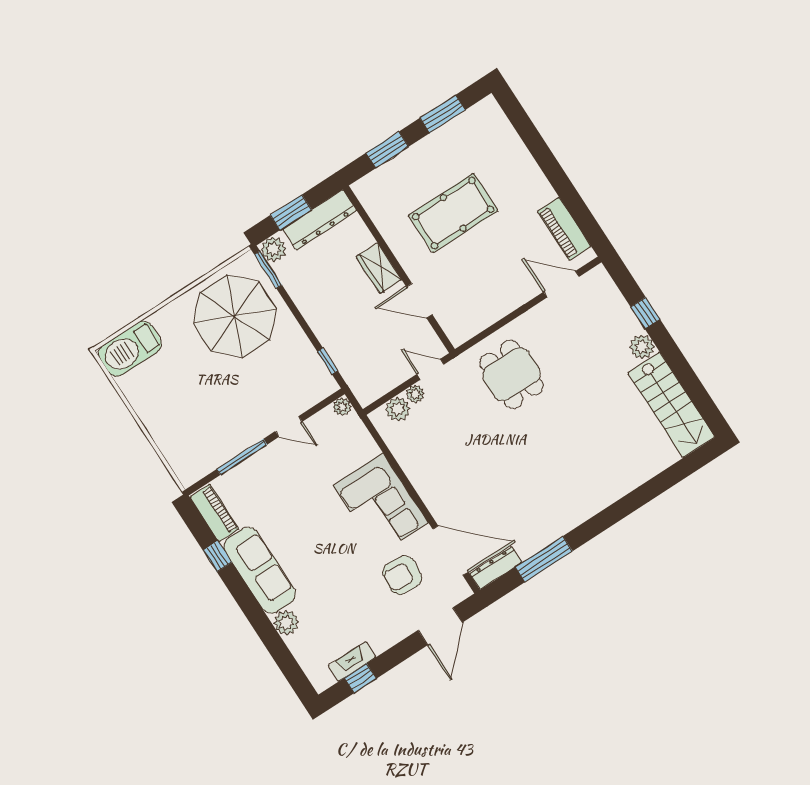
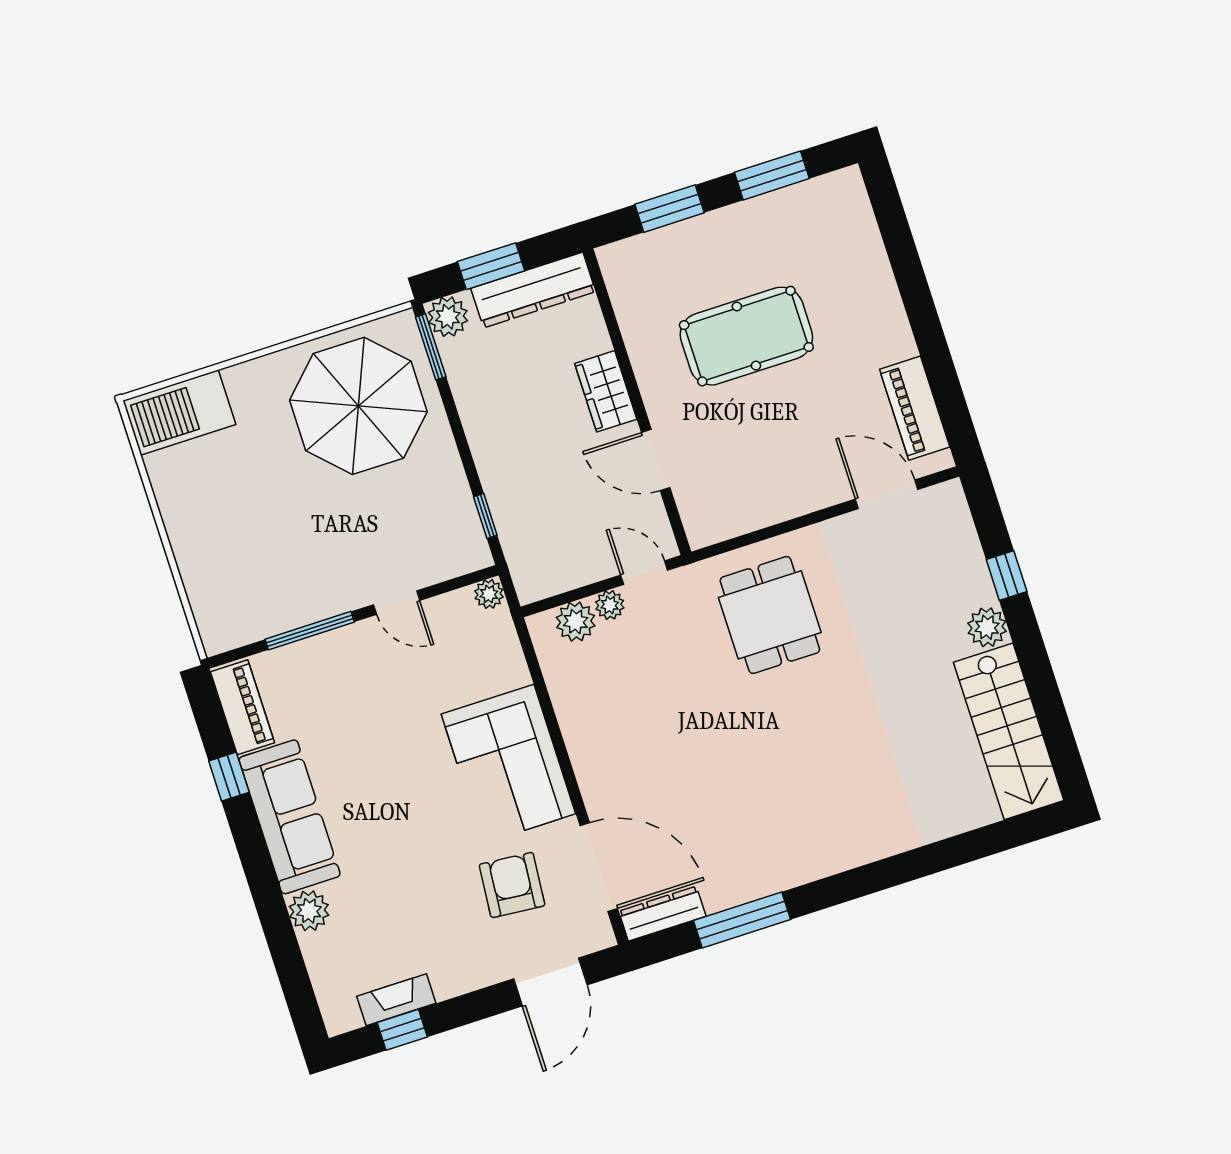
armchair: (402, 575) -> (512, 885), turned 90

